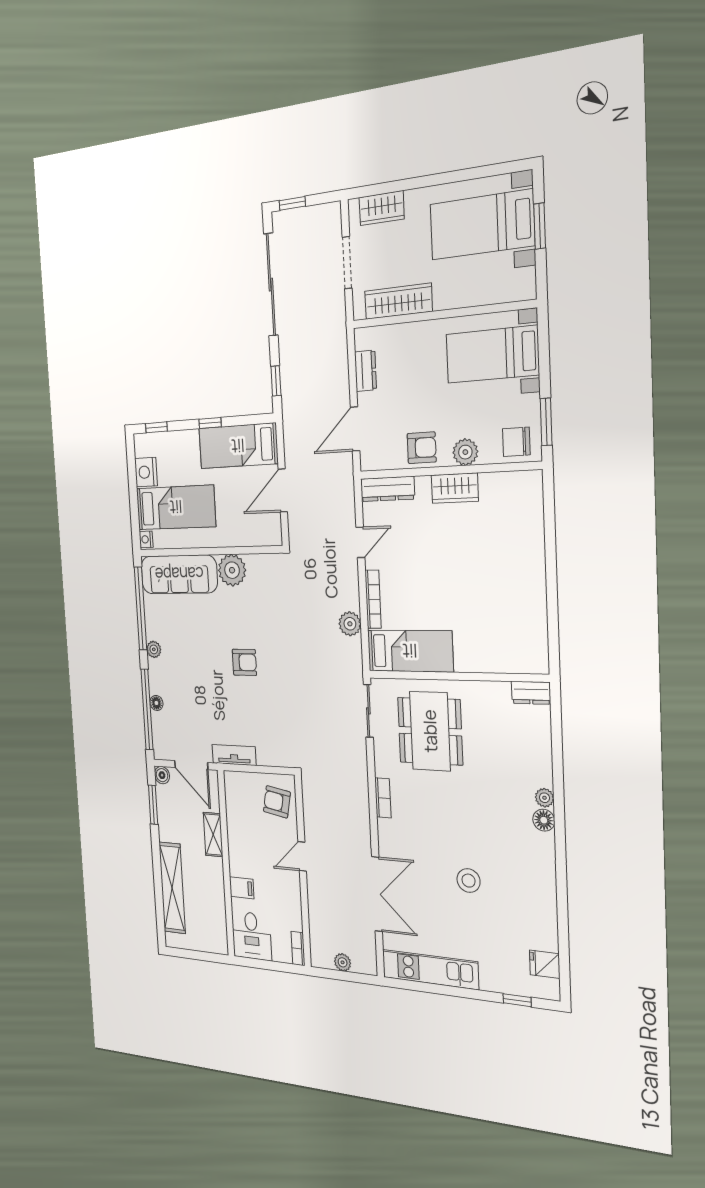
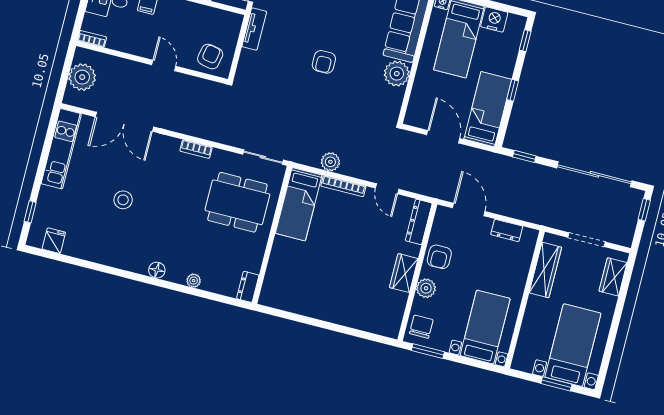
plant: (544, 798) -> (194, 281), moved
plant: (343, 962) -> (82, 77), width x1.88, depth x1.88

